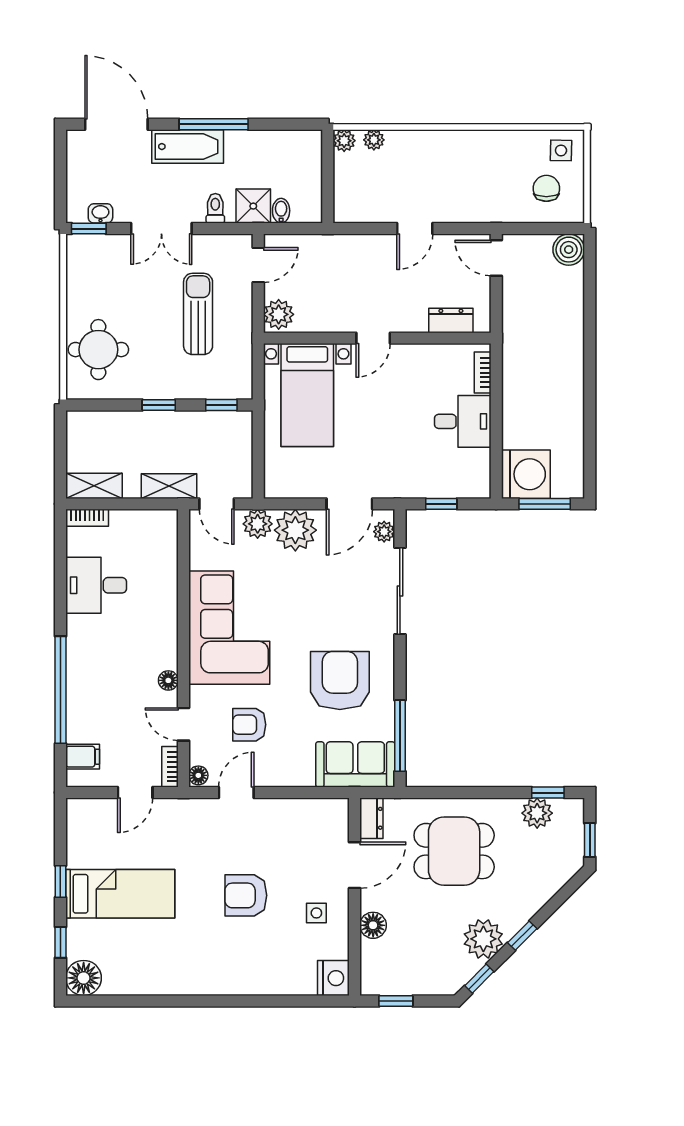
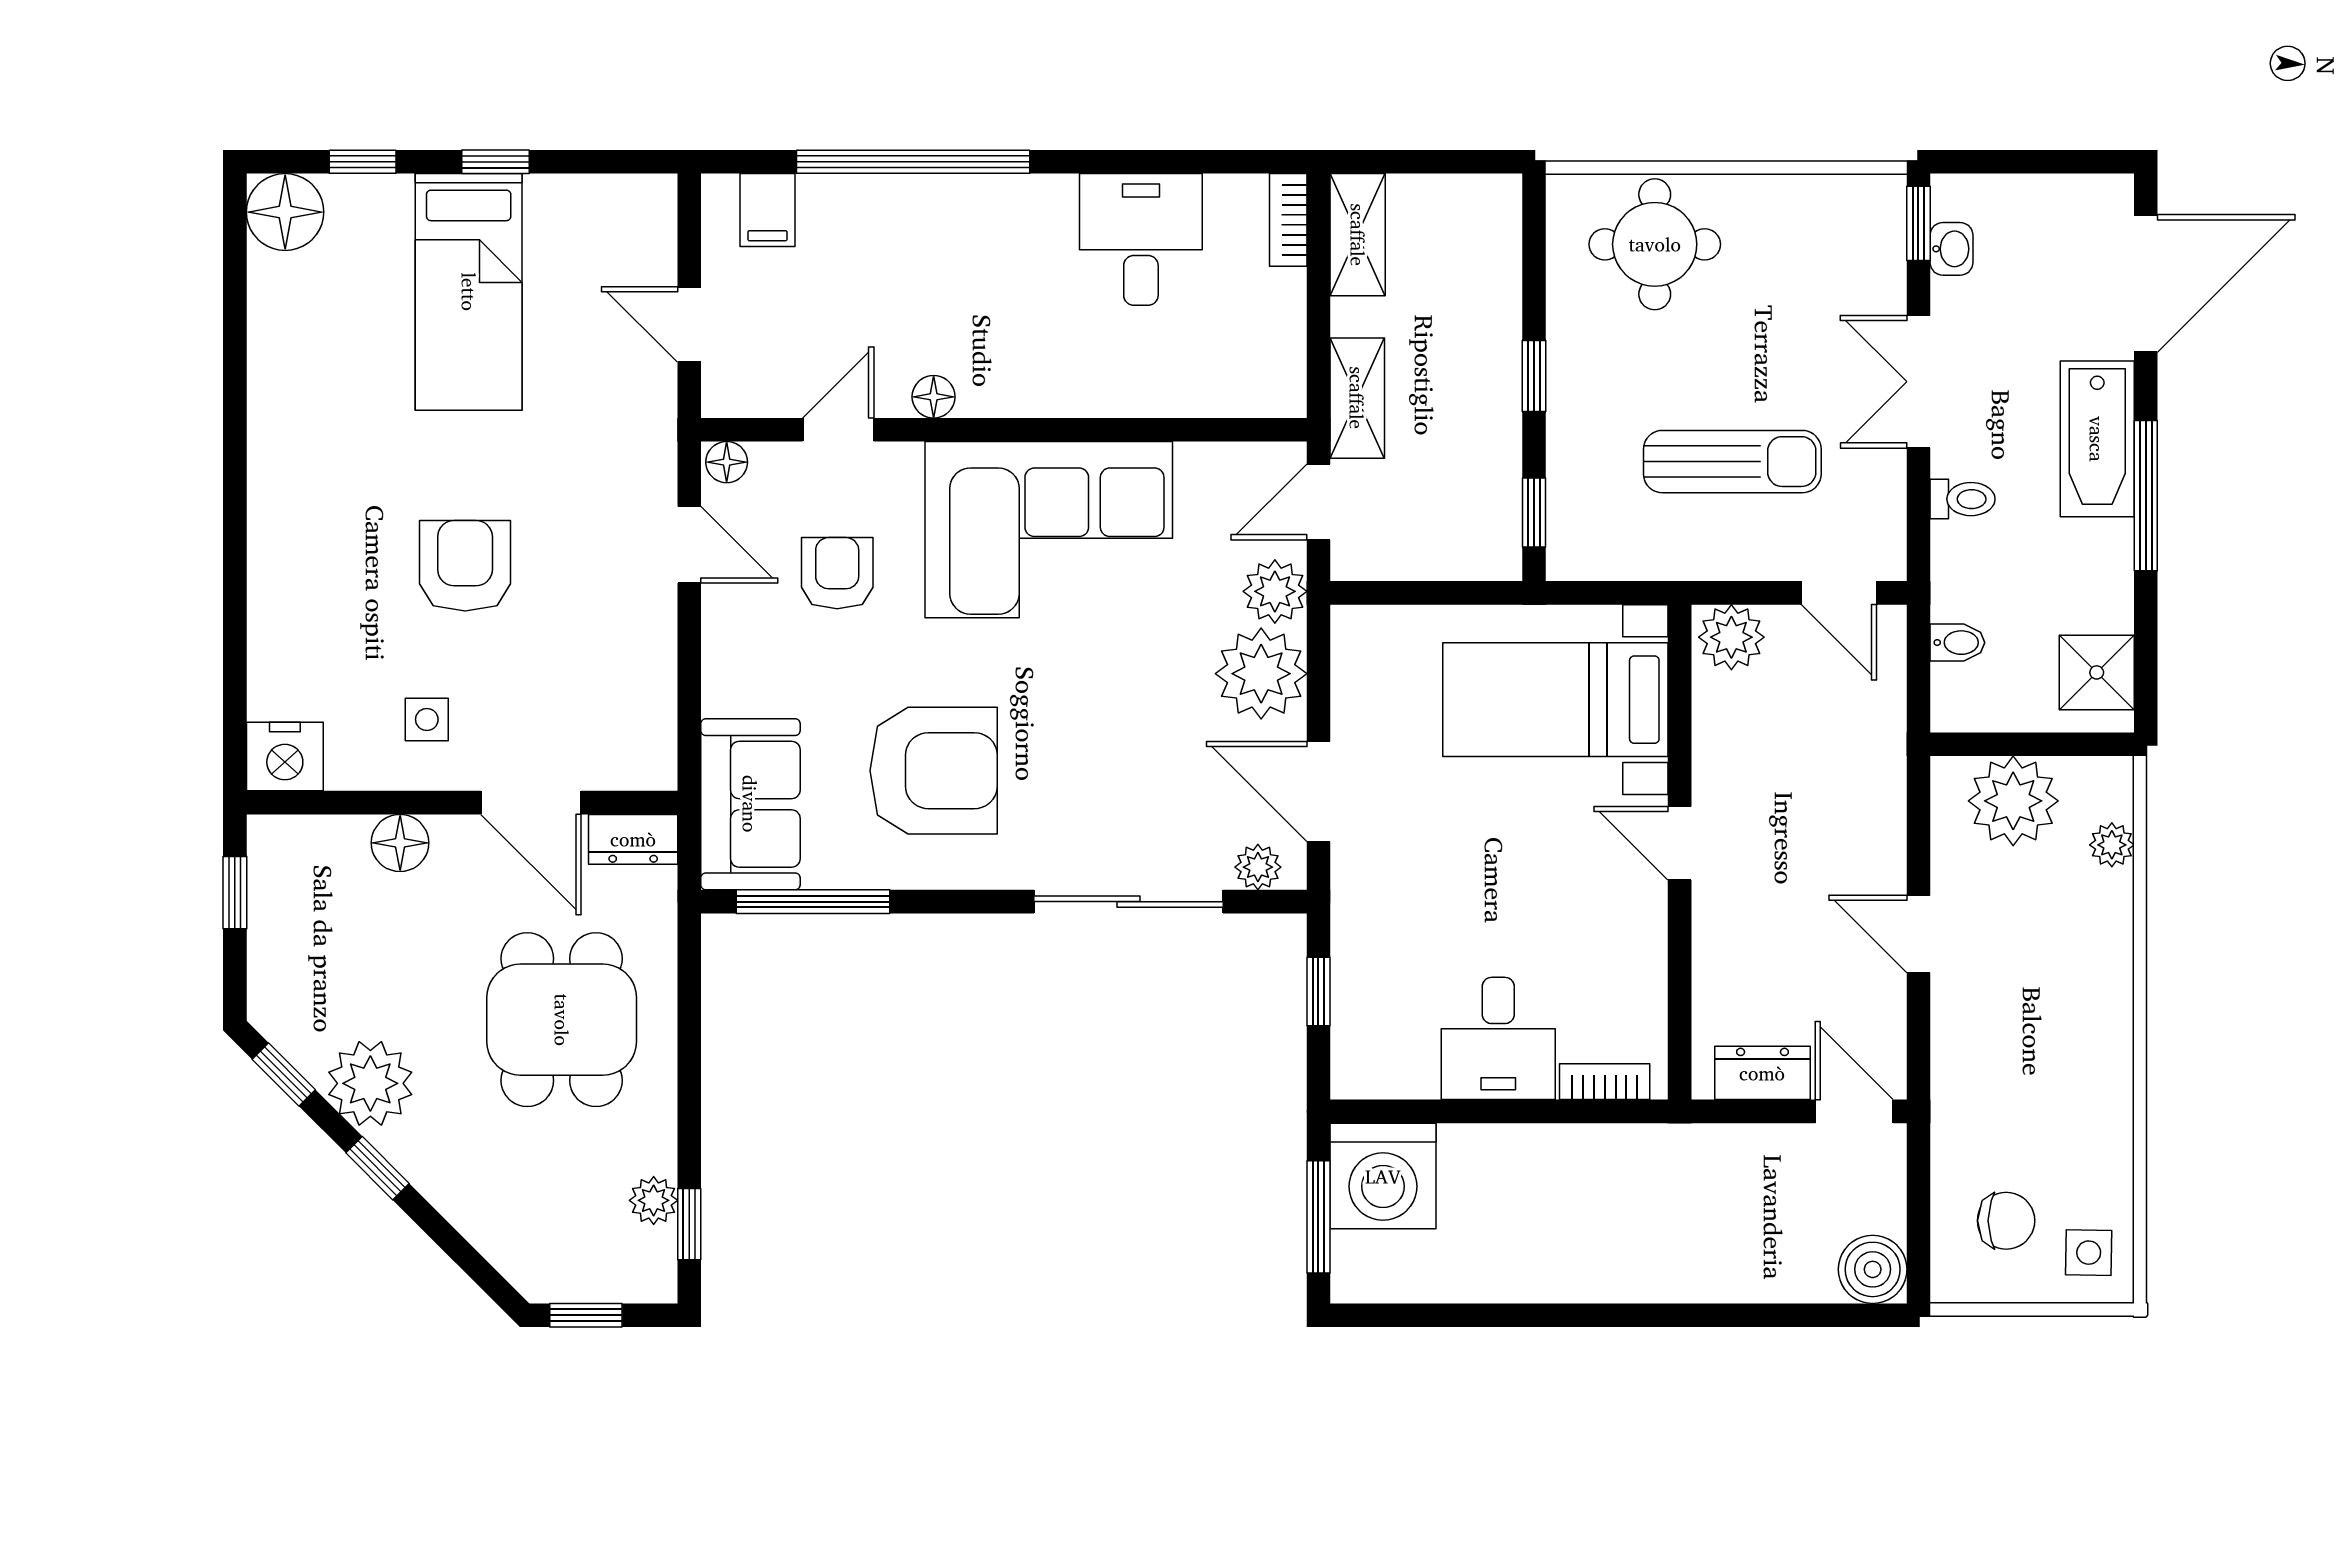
plant: (344, 141) -> (2013, 801), moved, width x1.88, depth x1.88
shower: (253, 206) -> (2097, 672), moved
door: (496, 258) -> (1854, 1111), hinge flipped
dresser: (451, 320) -> (1762, 1073), moved, turned -90
bookcase: (170, 767) -> (745, 400), removed
plant: (537, 813) -> (654, 1200), width x0.73, depth x0.73

